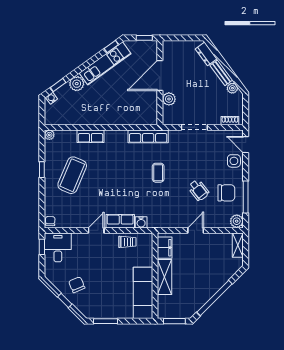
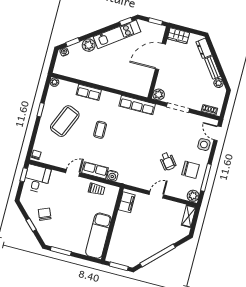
wardrobe: (174, 47) -> (178, 36), added
plant: (169, 99) -> (159, 95), moved
coffee table: (158, 173) -> (100, 130), moved
shelving: (165, 277) -> (120, 227), removed

